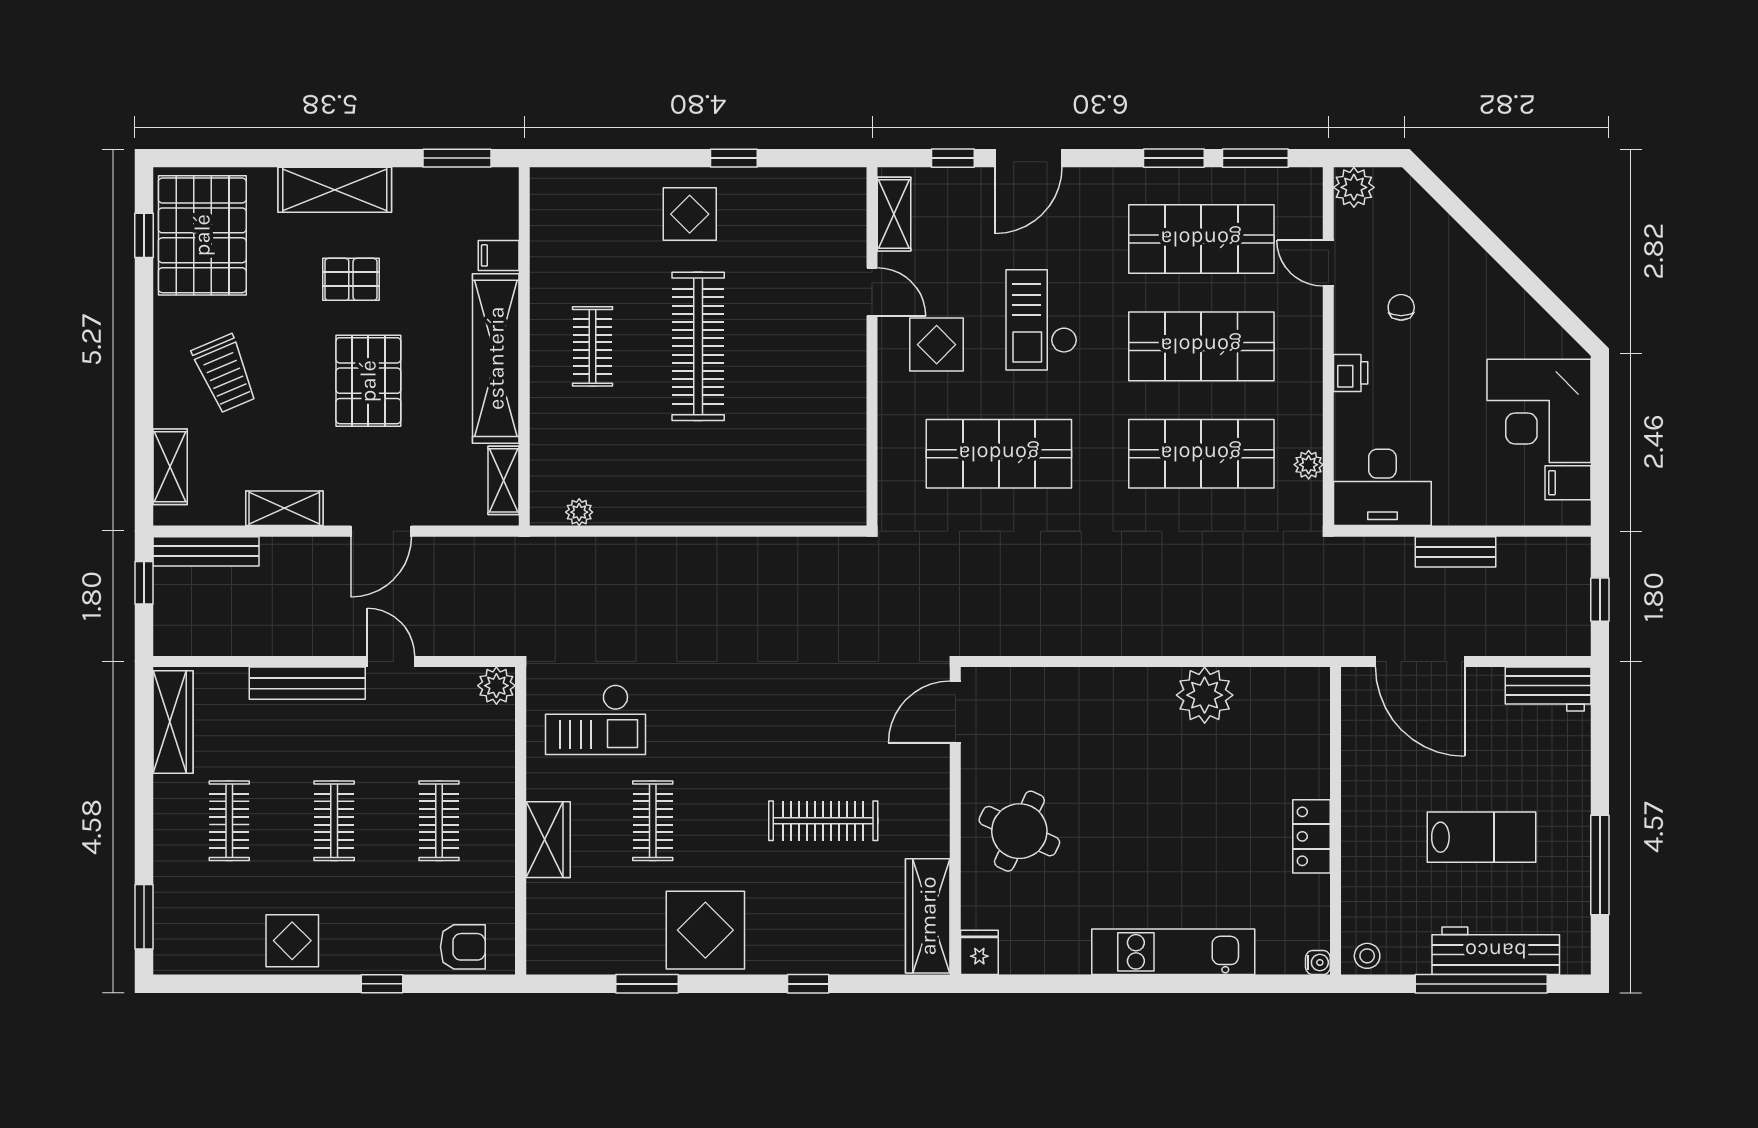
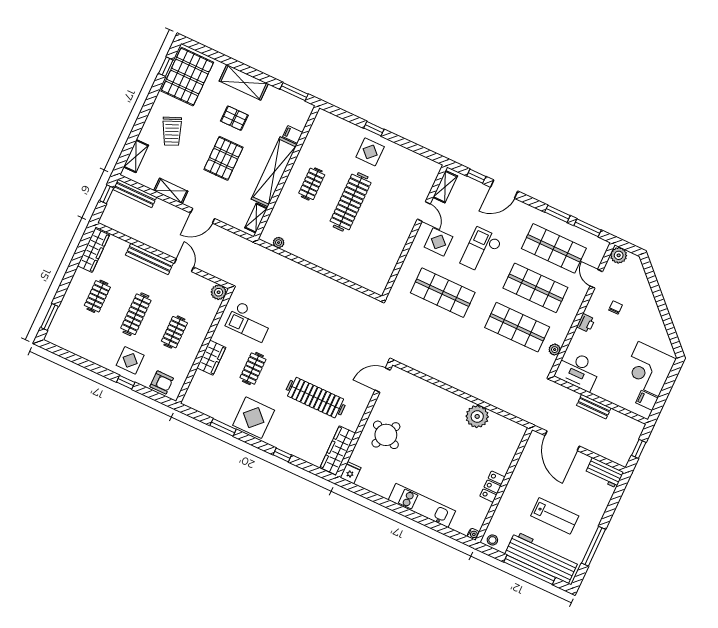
window: (734, 158) -> (374, 129), moved
clothes rail: (334, 821) -> (136, 314), width x1.36
clothes rail: (823, 821) -> (316, 398), width x1.37, depth x1.31
display table: (292, 941) -> (130, 360), moved
workbench: (1496, 951) -> (542, 557), width x1.36, depth x1.32

